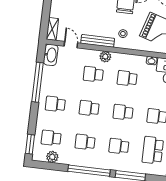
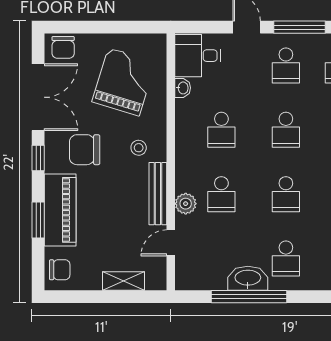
shelving: (52, 29) -> (123, 281), moved
washbasin: (51, 55) -> (248, 278), moved
plant: (105, 57) -> (186, 204), moved

